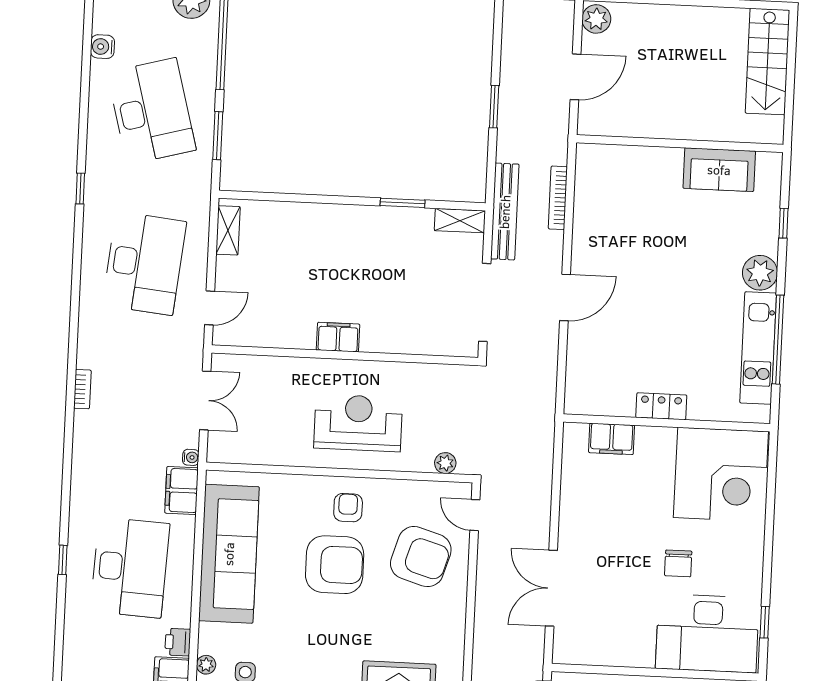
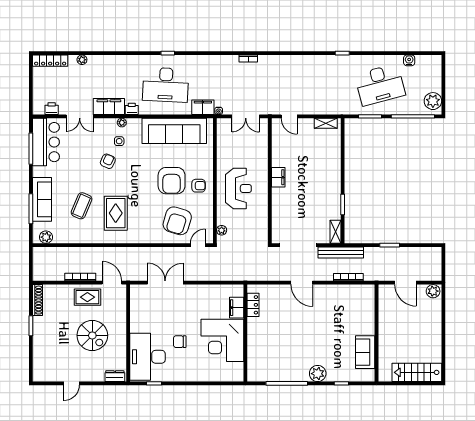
desk: (144, 263) -> (309, 85), removed
kitchen unit: (758, 348) -> (282, 374), removed
locker: (661, 406) -> (253, 305), moved
corner desk: (721, 475) -> (222, 340), moved

